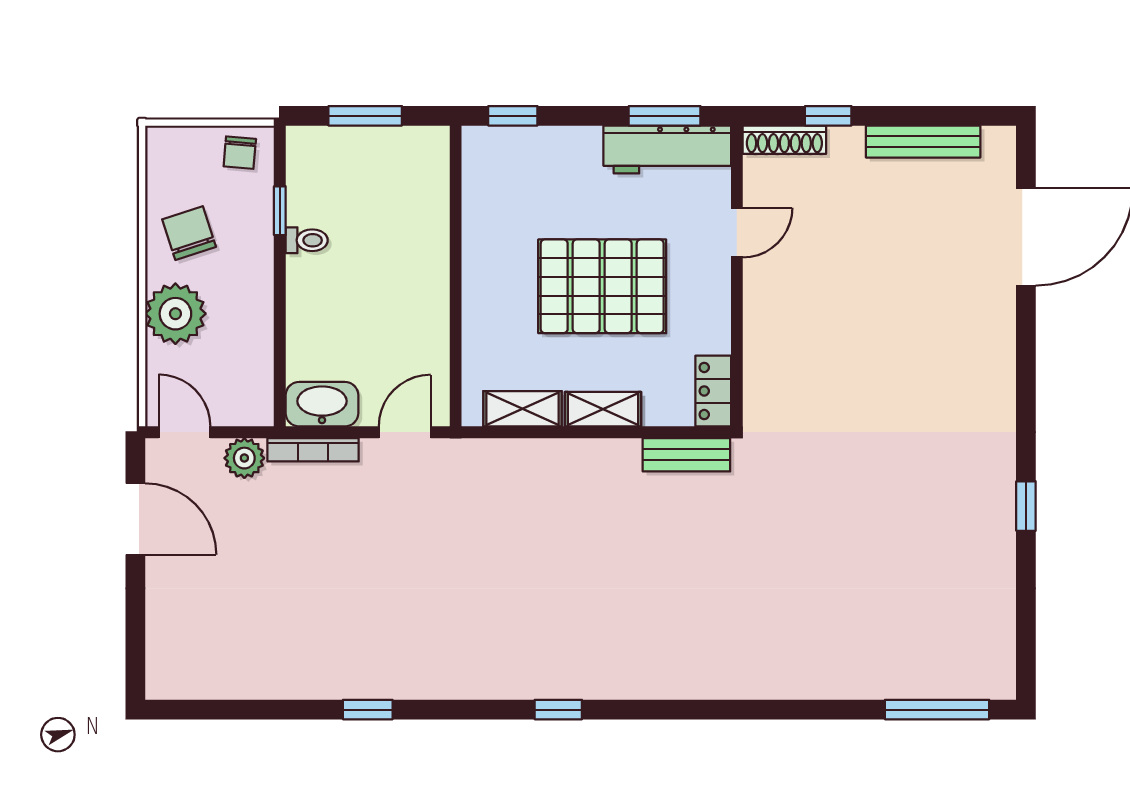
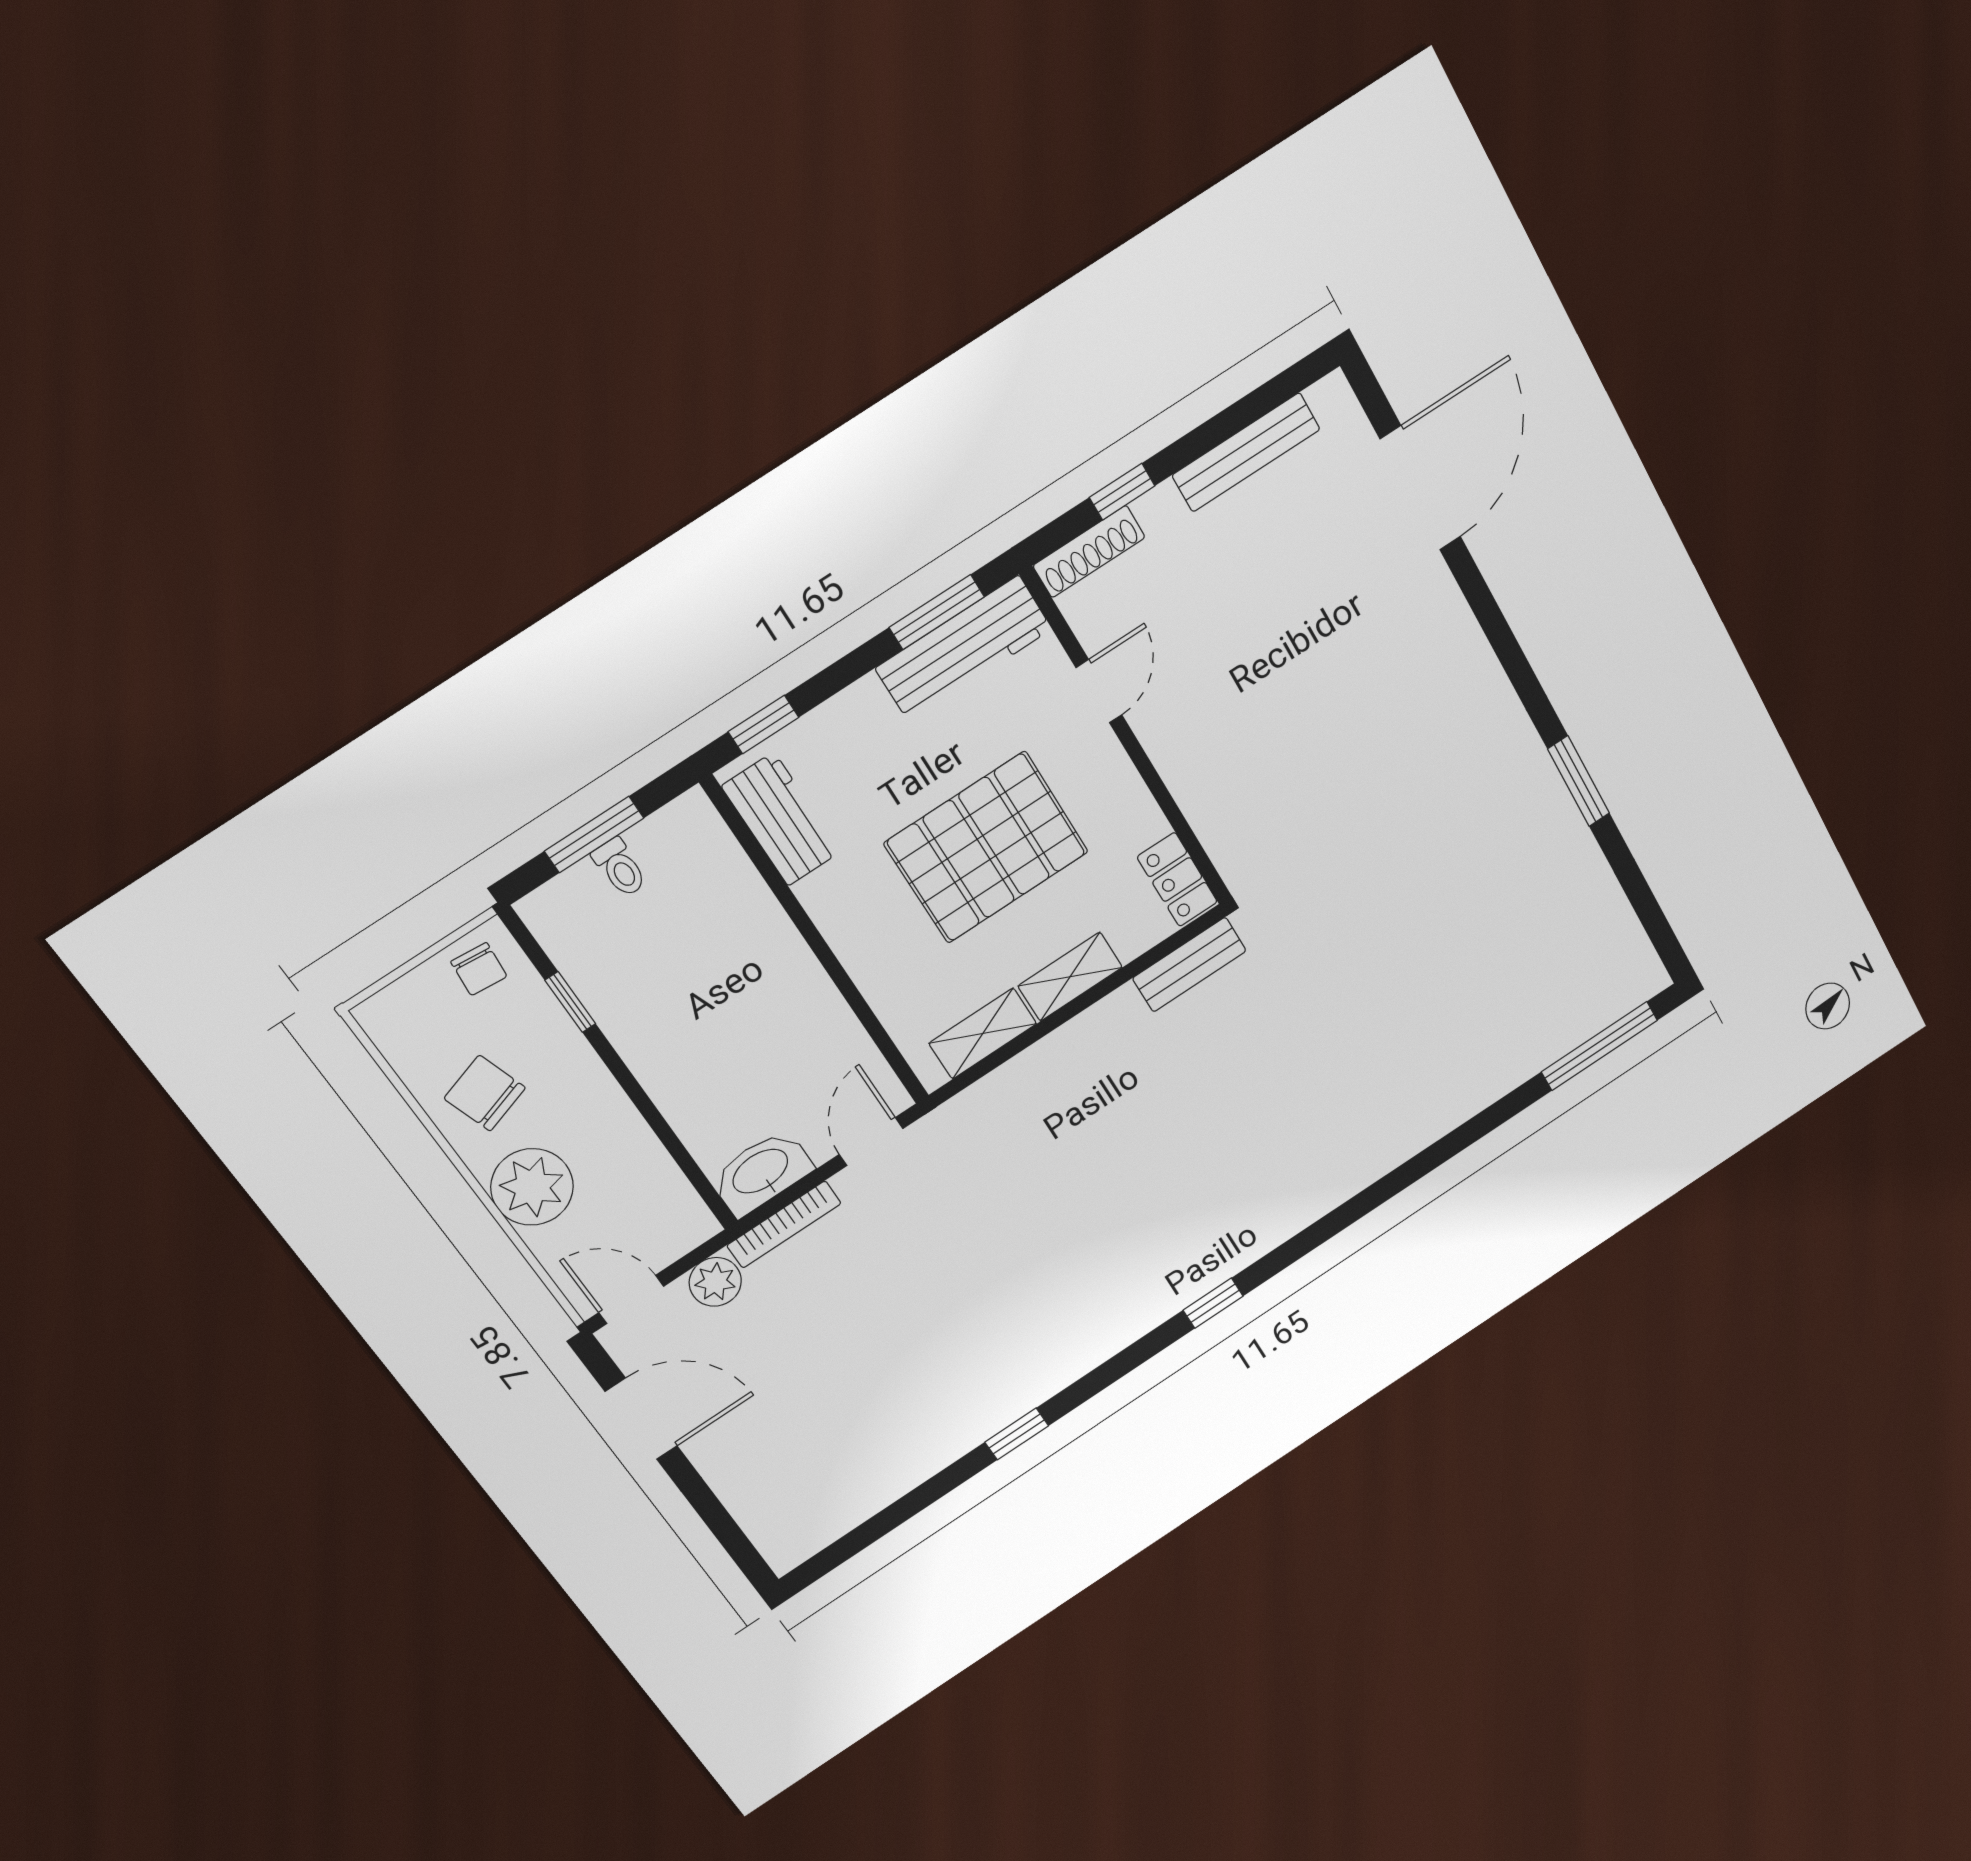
workbench: (485, 182) -> (781, 819), added
toilet: (307, 240) -> (620, 868), moved, turned 90
window: (1026, 506) -> (1579, 781), width x1.50

